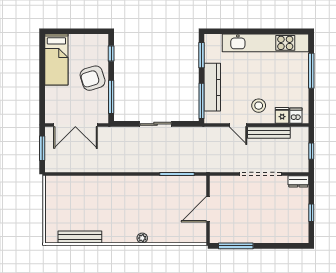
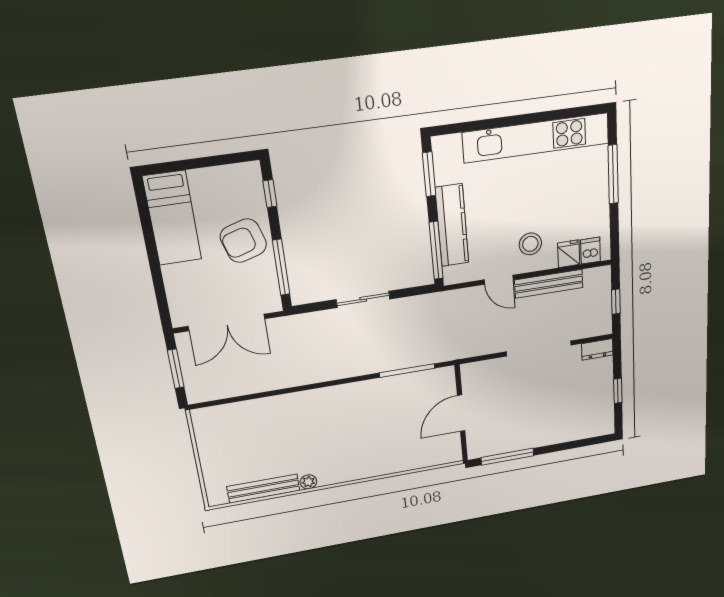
plant: (142, 238) -> (308, 482), moved

